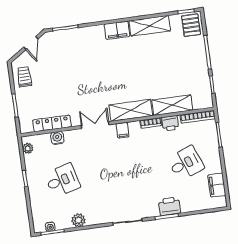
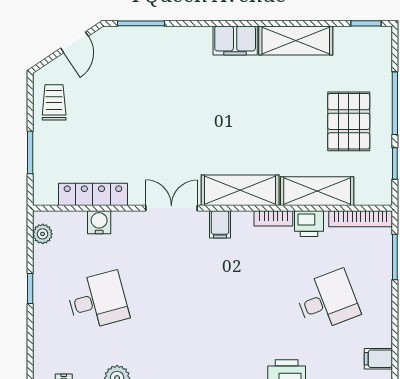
pallet: (191, 25) -> (349, 121), moved, width x1.50, depth x1.42
filing cabinet: (217, 185) -> (378, 359), width x0.50

